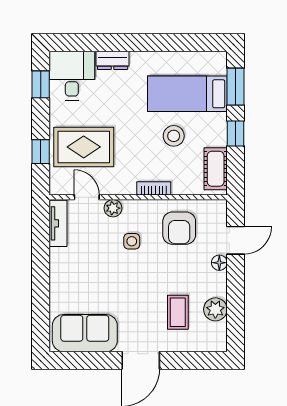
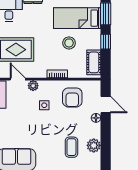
door: (236, 240) -> (106, 105), hinge flipped

